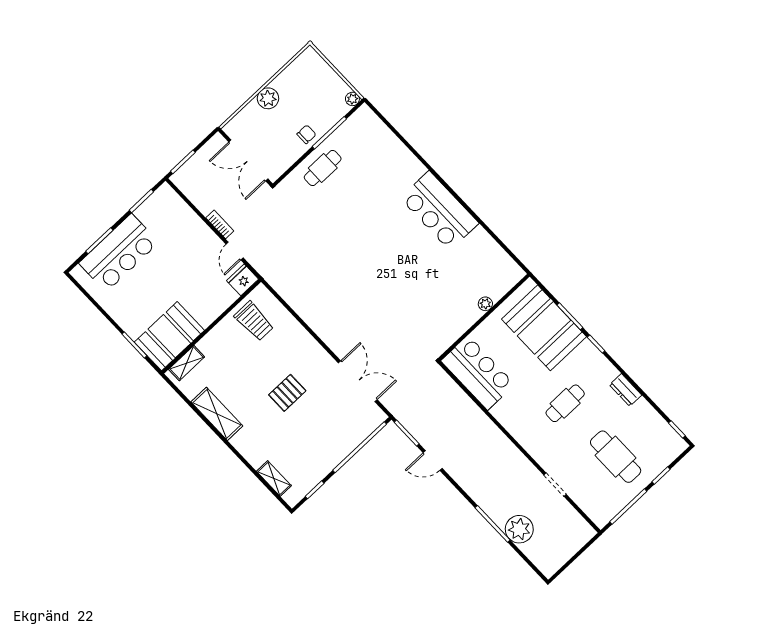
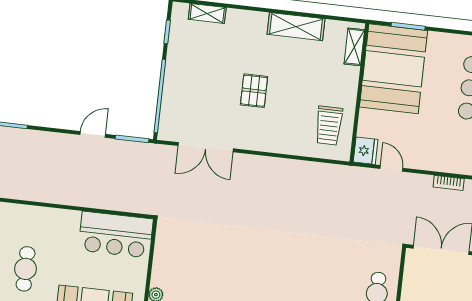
bookcase: (220, 224) -> (449, 183), moved
trolley: (254, 321) -> (329, 125), turned -90
booth: (169, 336) -> (394, 69), width x1.36, depth x1.42

